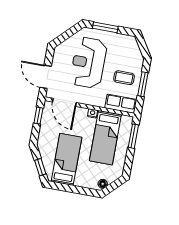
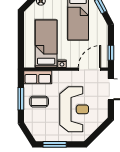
window: (105, 27) -> (55, 144), moved
door: (64, 102) -> (89, 69), hinge flipped
window: (133, 136) -> (21, 50), removed

